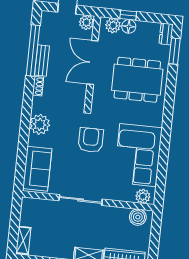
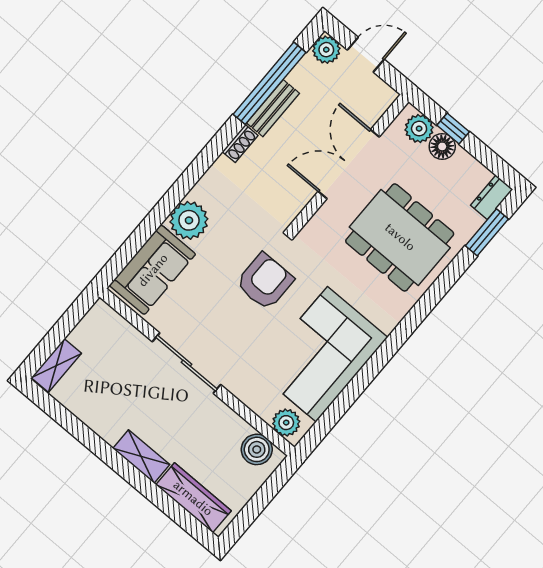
plant: (86, 22) -> (326, 50), moved
plant: (40, 124) -> (189, 220), moved

